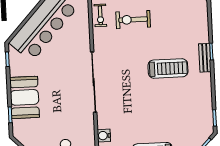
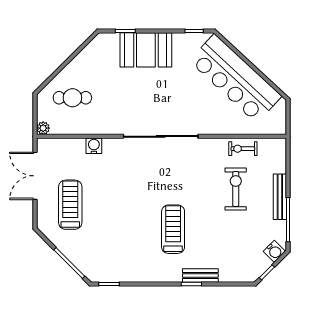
bench: (205, 58) -> (200, 275), moved
treadmill: (168, 68) -> (173, 229), turned 180

